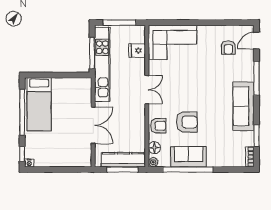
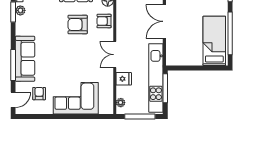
plant: (140, 38) -> (121, 103), added
corner sofa: (172, 42) -> (76, 98), moved
fridge: (137, 50) -> (124, 79), moved
sofa: (244, 106) -> (25, 59), moved
plant: (249, 137) -> (20, 10), added

